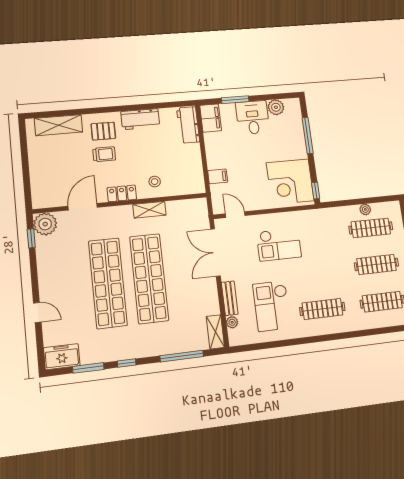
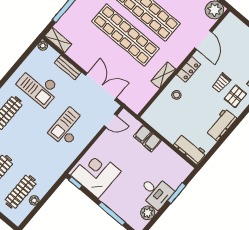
filing cabinet: (211, 118) -> (152, 142), moved, width x0.50
checkout: (272, 306) -> (39, 86), turned 180
plant: (232, 322) -> (43, 46), moved

